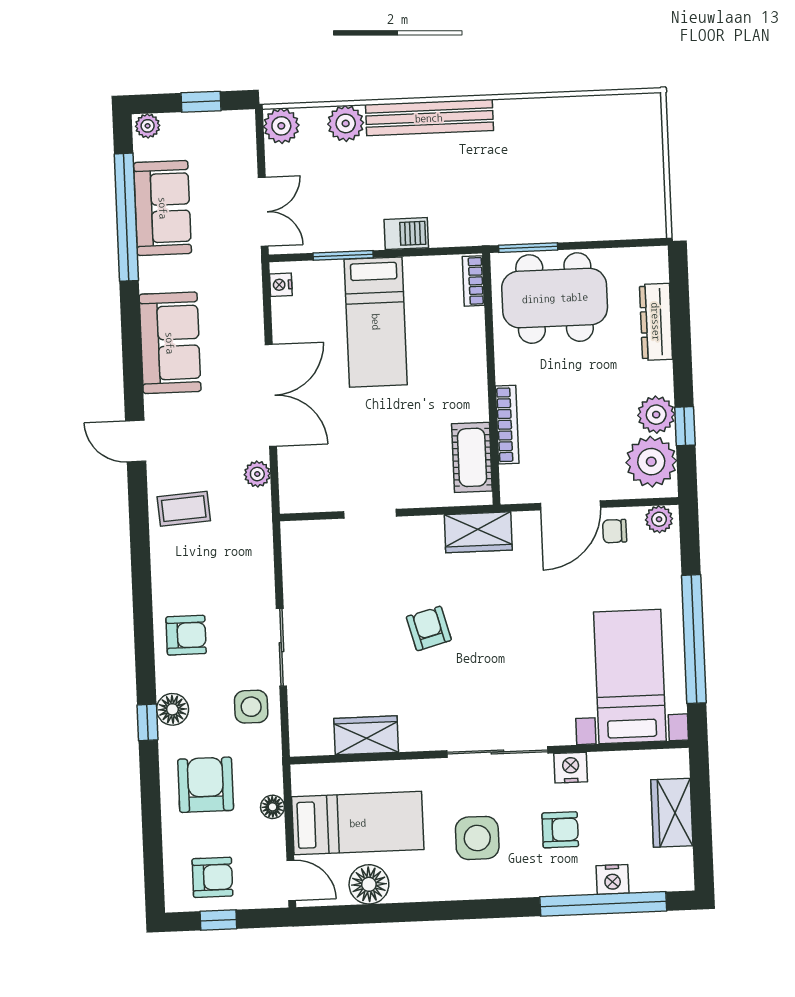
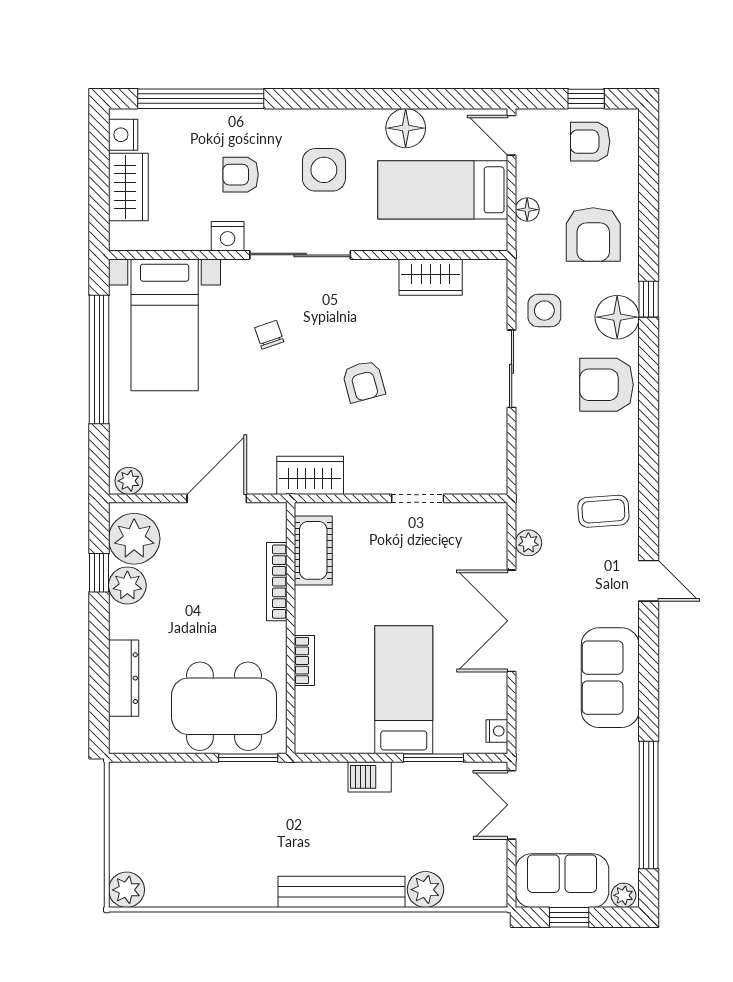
plant: (281, 126) -> (127, 890), moved
sofa: (163, 208) -> (562, 881), moved, turned 90
bookcase: (473, 281) -> (304, 661), moved
chair: (615, 531) -> (269, 335), moved, turned -109
armchair: (186, 635) -> (606, 385), width x1.38, depth x1.38
floor lamp: (172, 709) -> (617, 317), width x1.38, depth x1.38
nightstand: (612, 879) -> (123, 135), moved, turned -90
floor lamp: (369, 884) -> (406, 128), moved

